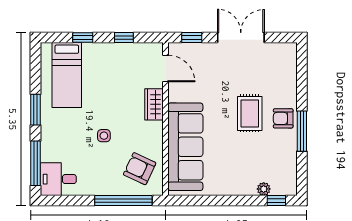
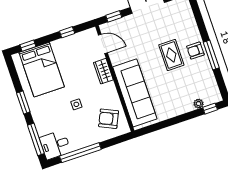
window: (83, 38) -> (28, 46), moved
bed: (67, 75) -> (42, 70), width x1.50
window: (123, 201) -> (80, 153), moved

